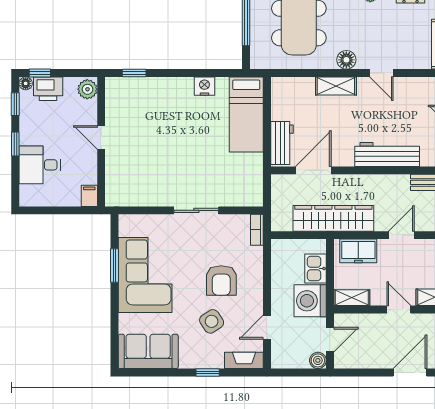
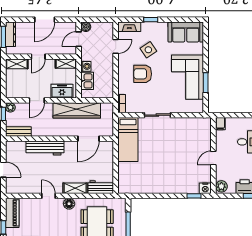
nightstand: (204, 86) -> (205, 188), moved
bed: (246, 115) -> (128, 140), moved, turned 180
door: (101, 138) -> (213, 158), swing flipped
workbench: (282, 143) -> (101, 187), moved, turned 90
armchair: (221, 280) -> (143, 74), turned -90
washing machine: (310, 301) -> (86, 66), width x0.53, depth x0.53
door: (399, 310) -> (38, 57), hinge flipped
door: (410, 373) -> (45, 20), moved

